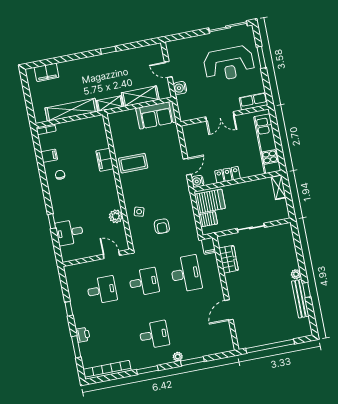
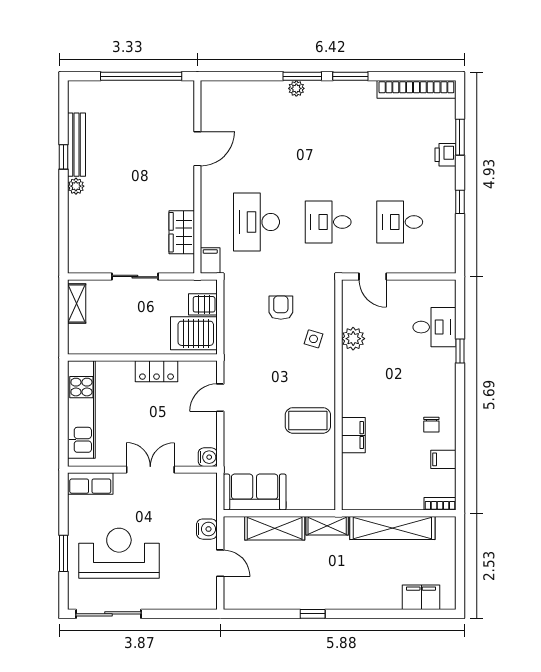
water cooler: (198, 181) -> (208, 457), moved
shelving: (279, 187) -> (77, 303), moved
desk: (154, 335) -> (328, 132), removed
window: (192, 361) -> (302, 76), moved

